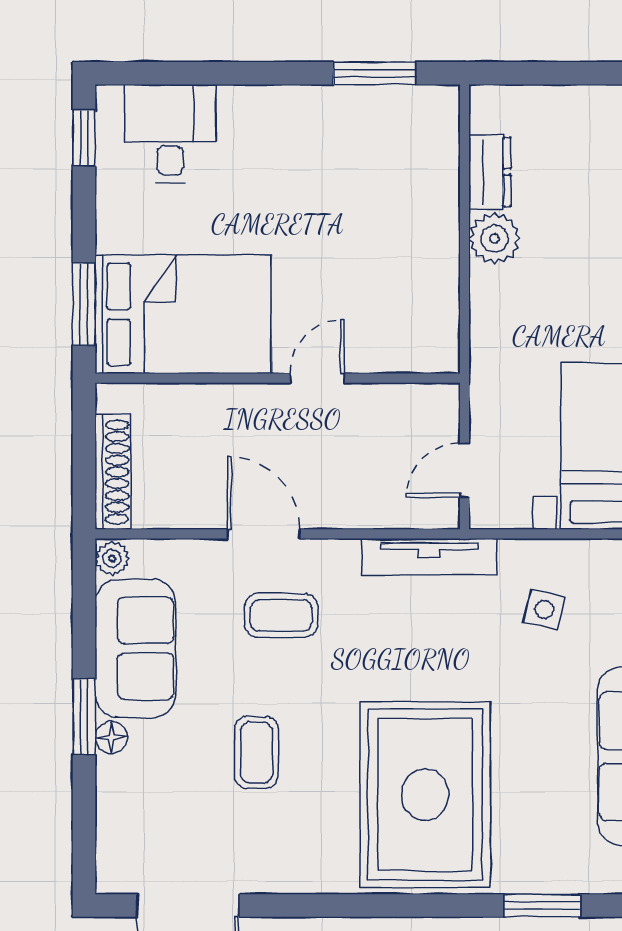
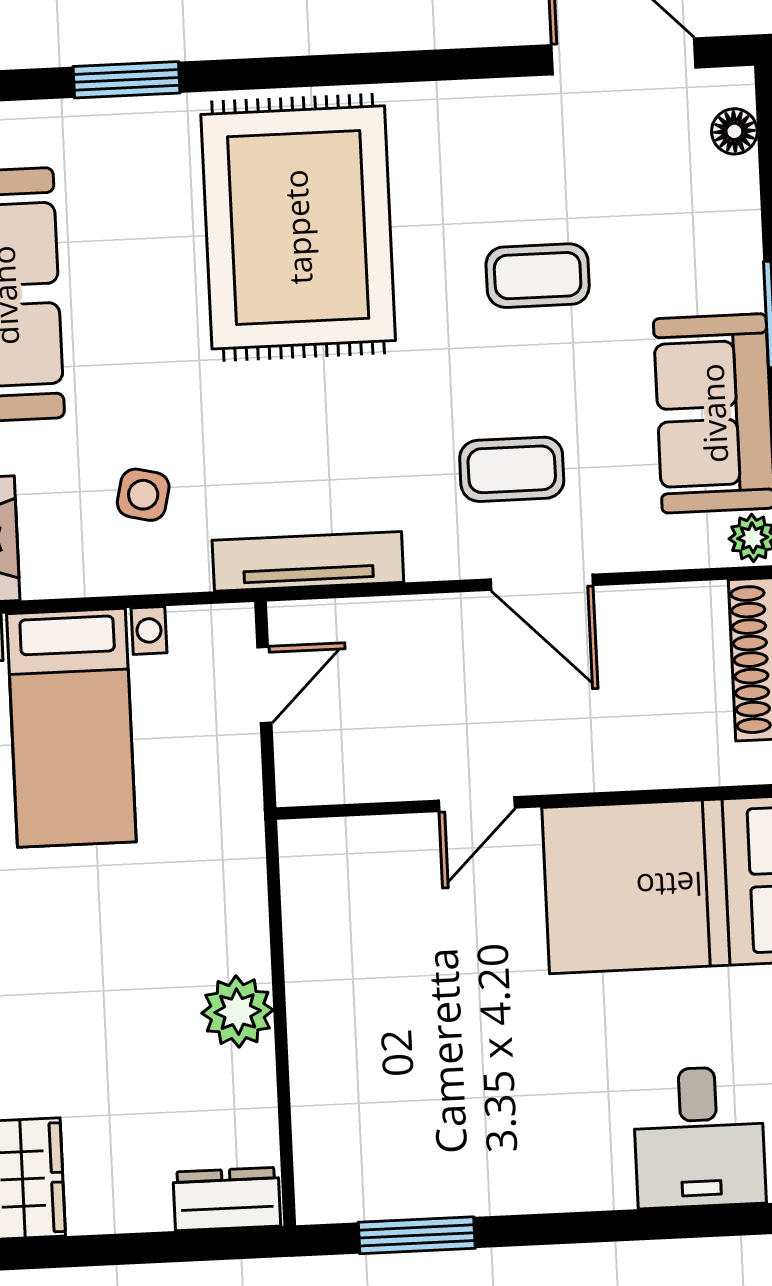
dresser: (490, 172) -> (227, 1199), moved, turned 90
floor lamp: (111, 738) -> (734, 131), moved
coffee table: (256, 752) -> (538, 276), turned 90

